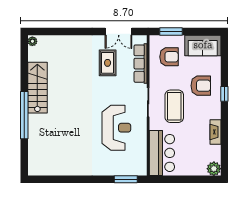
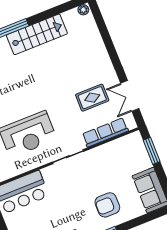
armchair: (169, 57) -> (124, 159), removed
armchair: (201, 86) -> (107, 205), turned 90
coffee table: (174, 106) -> (75, 186), removed

